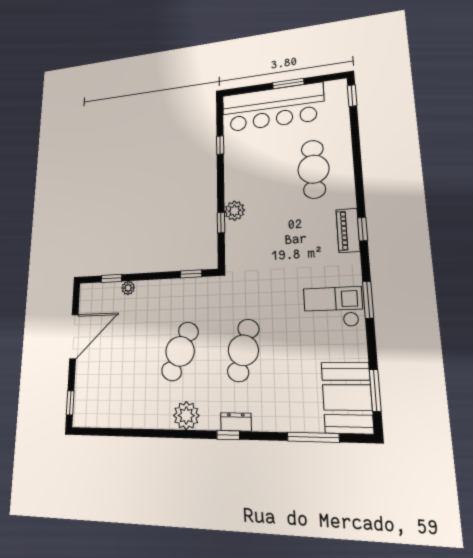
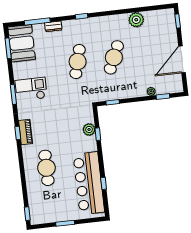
bar counter: (272, 107) -> (89, 183), moved, turned -90
plant: (235, 211) -> (89, 129), moved
checkout: (333, 307) -> (31, 89), turned 180
plant: (186, 415) -> (136, 20), moved
dresser: (236, 422) -> (53, 26), moved

